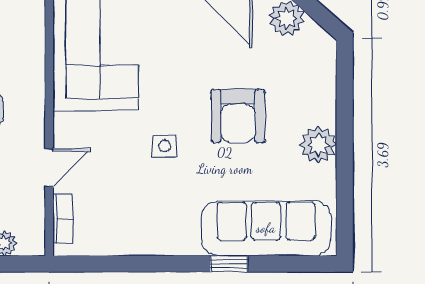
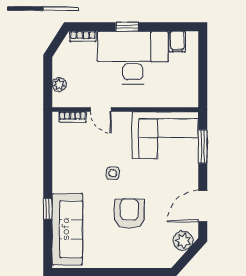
armchair: (238, 116) -> (129, 214), turned 90
plant: (318, 145) -> (113, 258), removed

